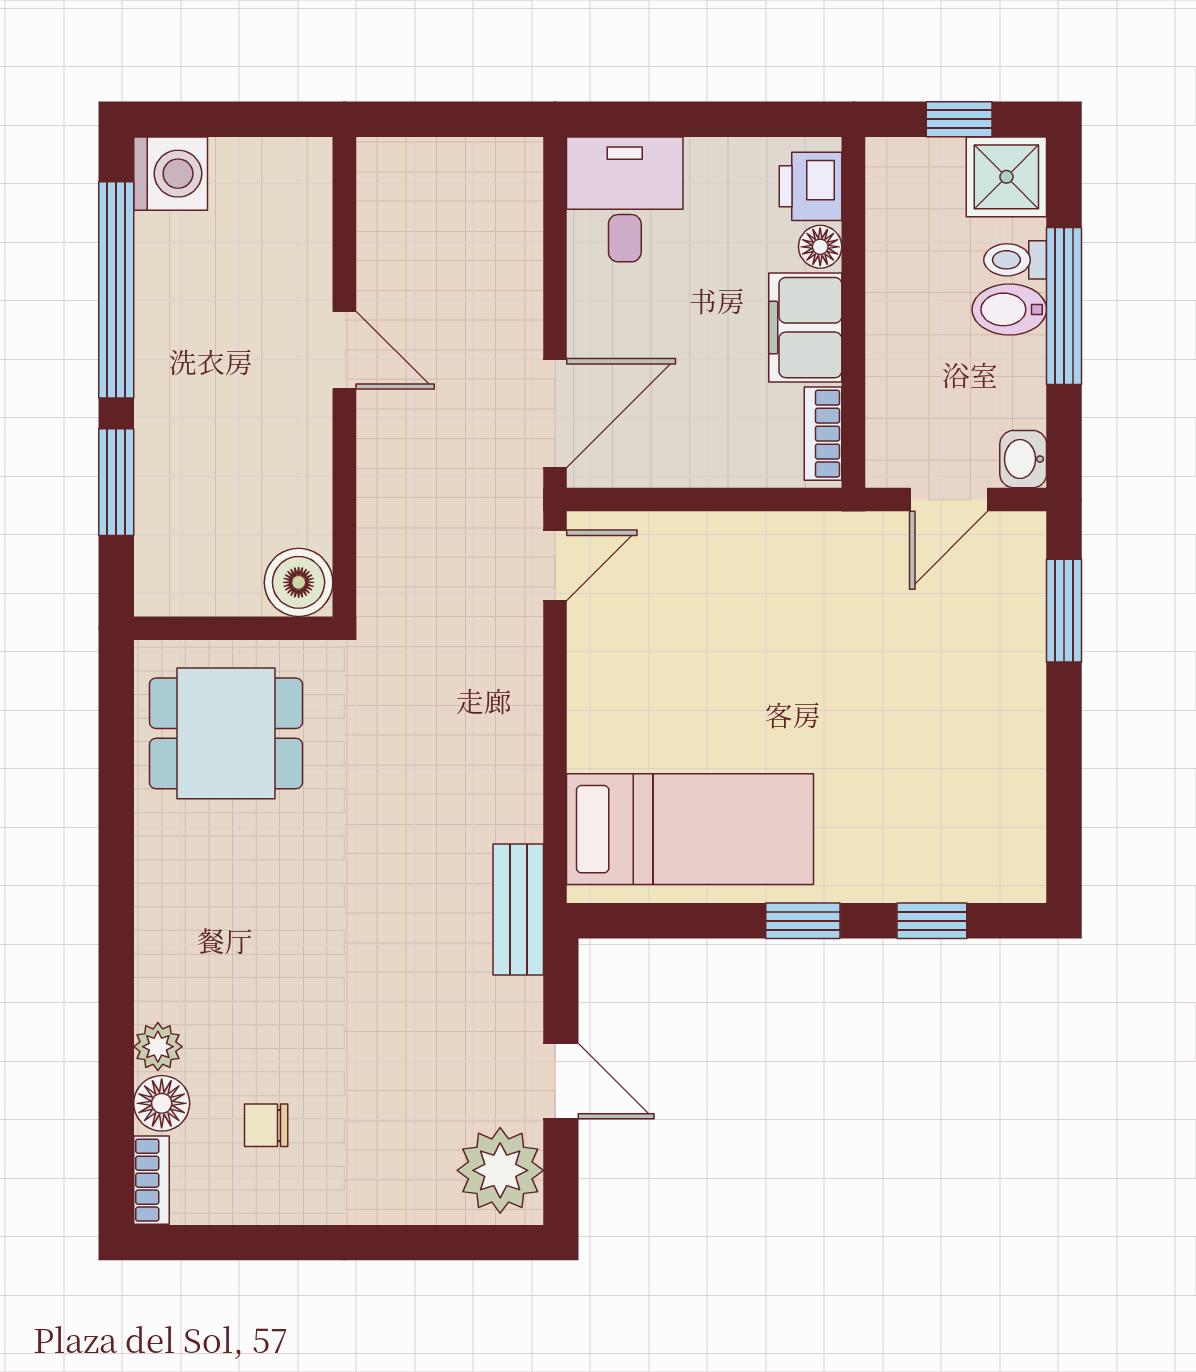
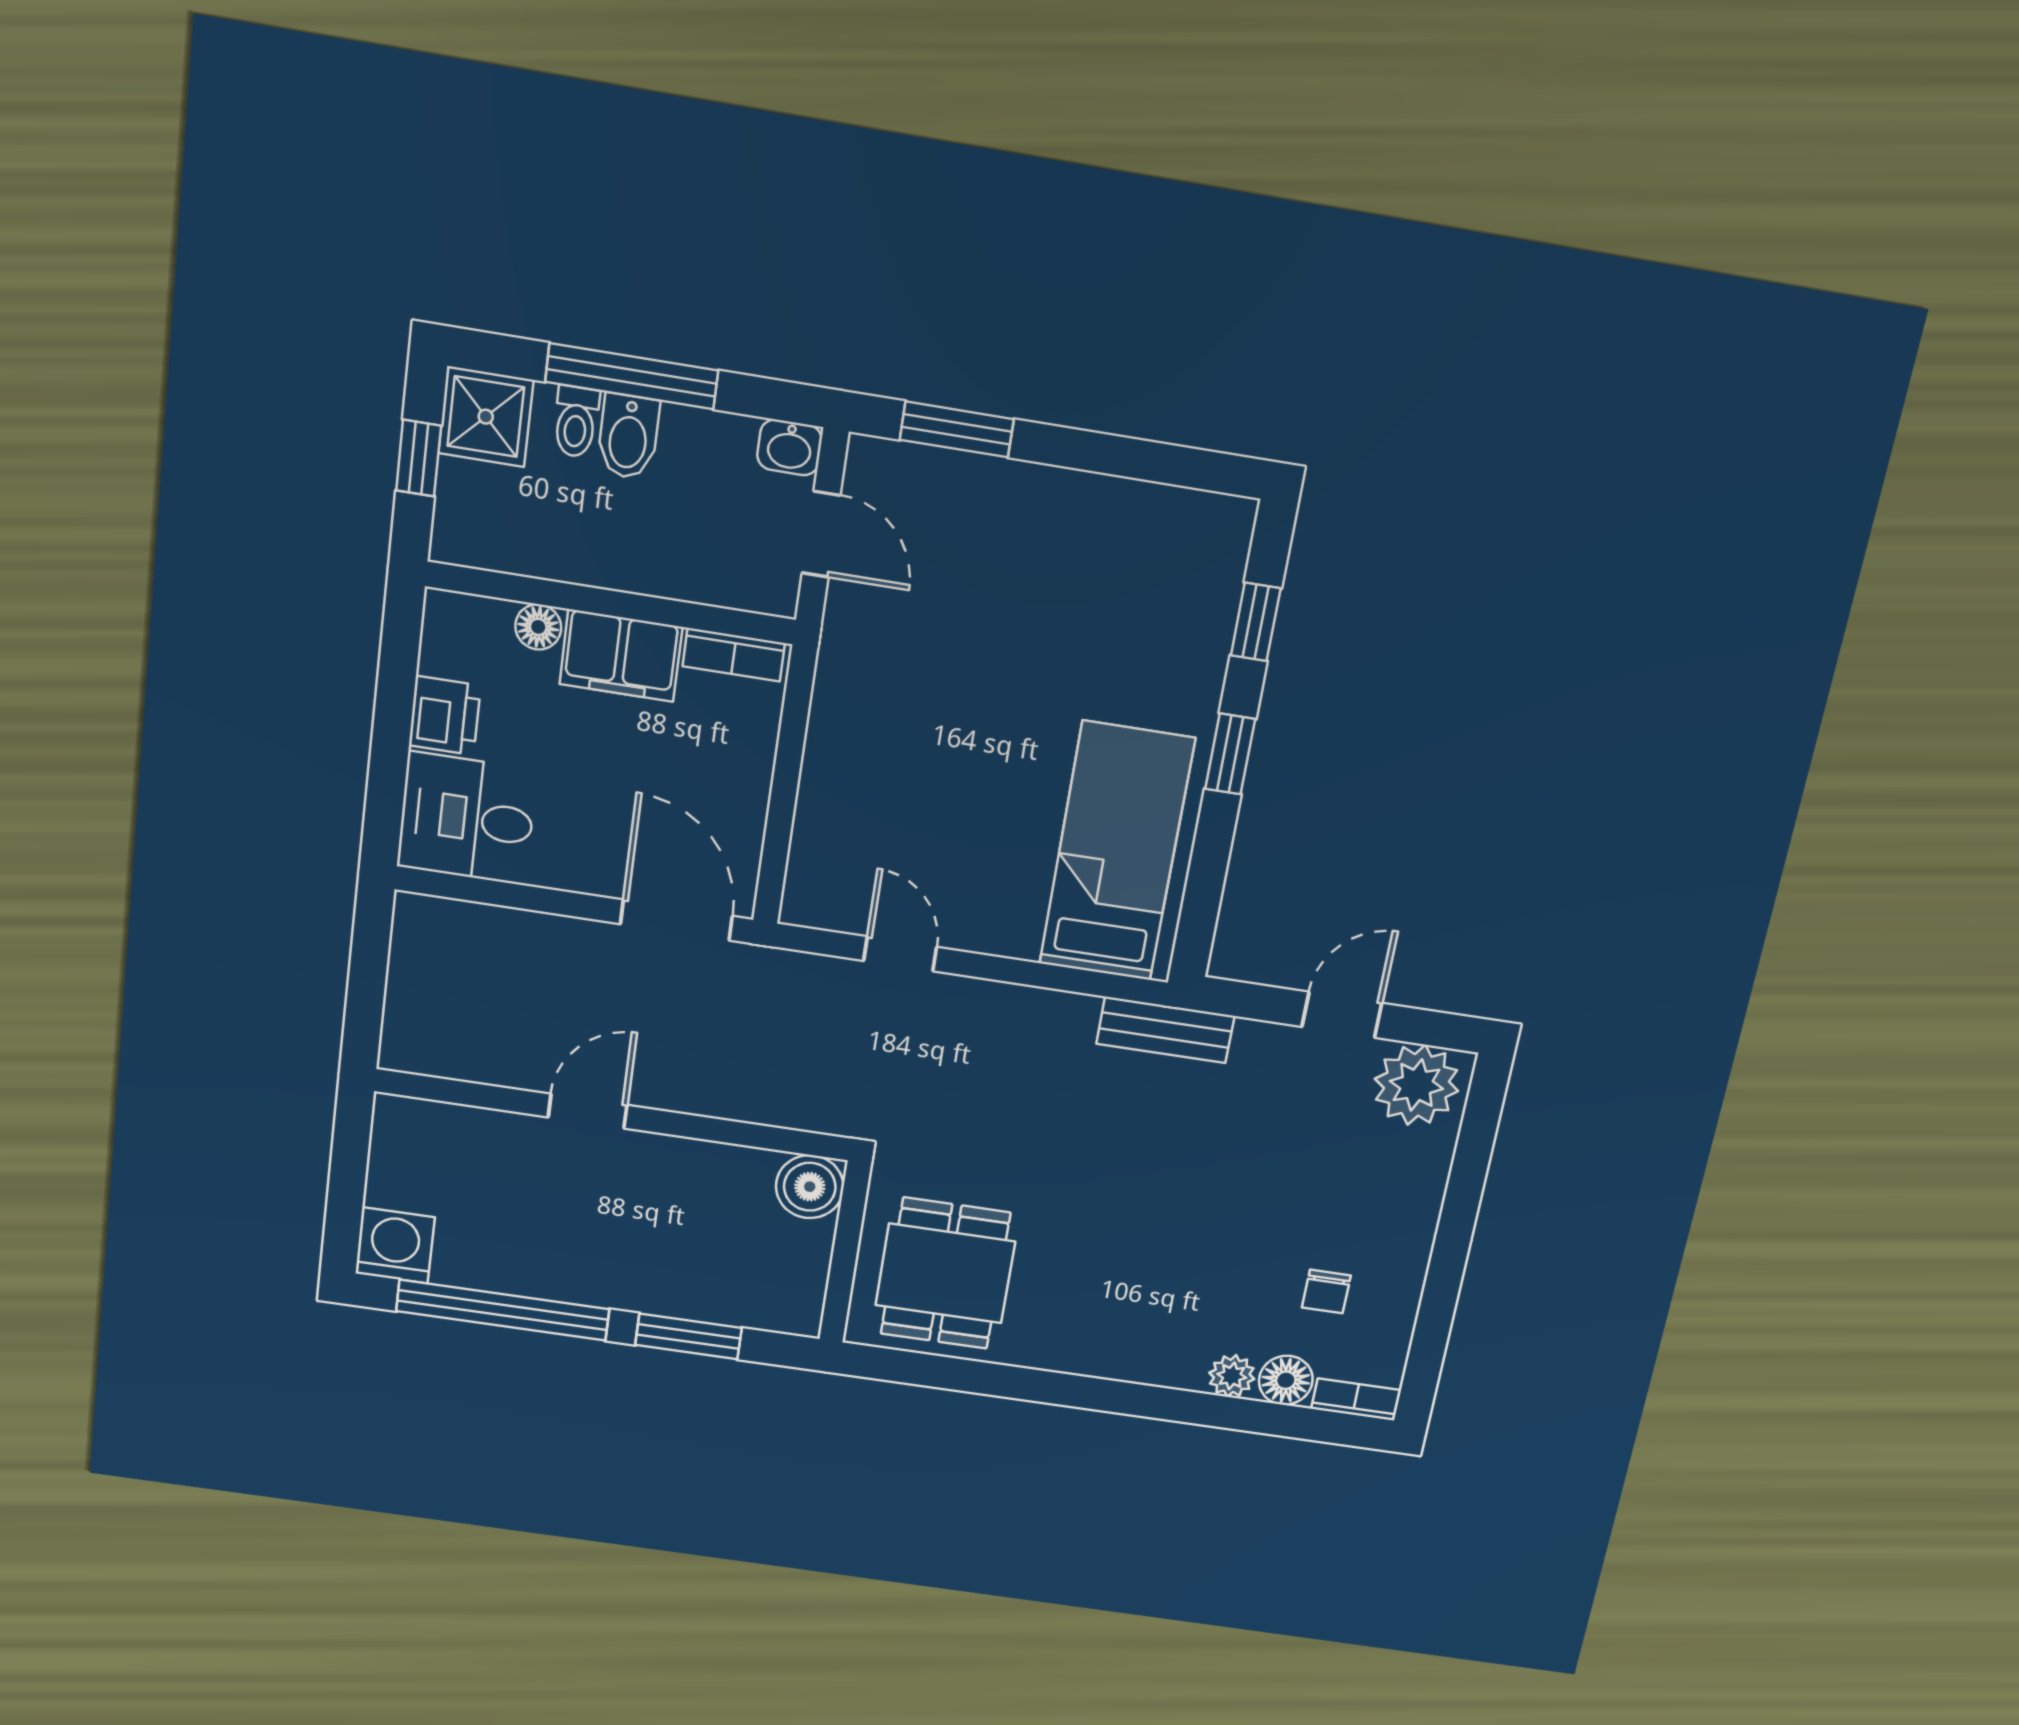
printer: (811, 186) -> (445, 715), moved, turned -90
door: (555, 565) -> (900, 954), moved

